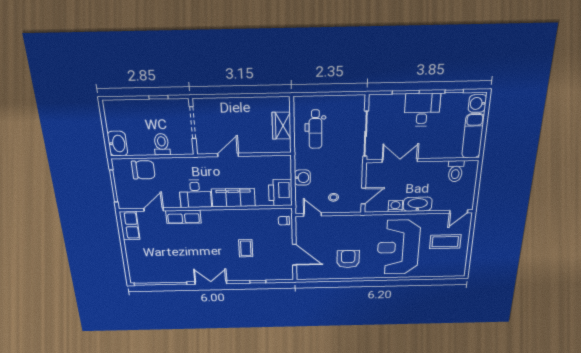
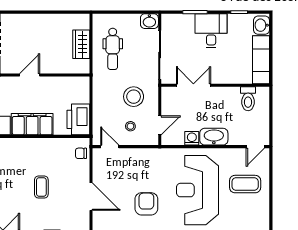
stool: (337, 172) -> (134, 97), added
washbasin: (302, 178) -> (149, 21), moved, turned 90

